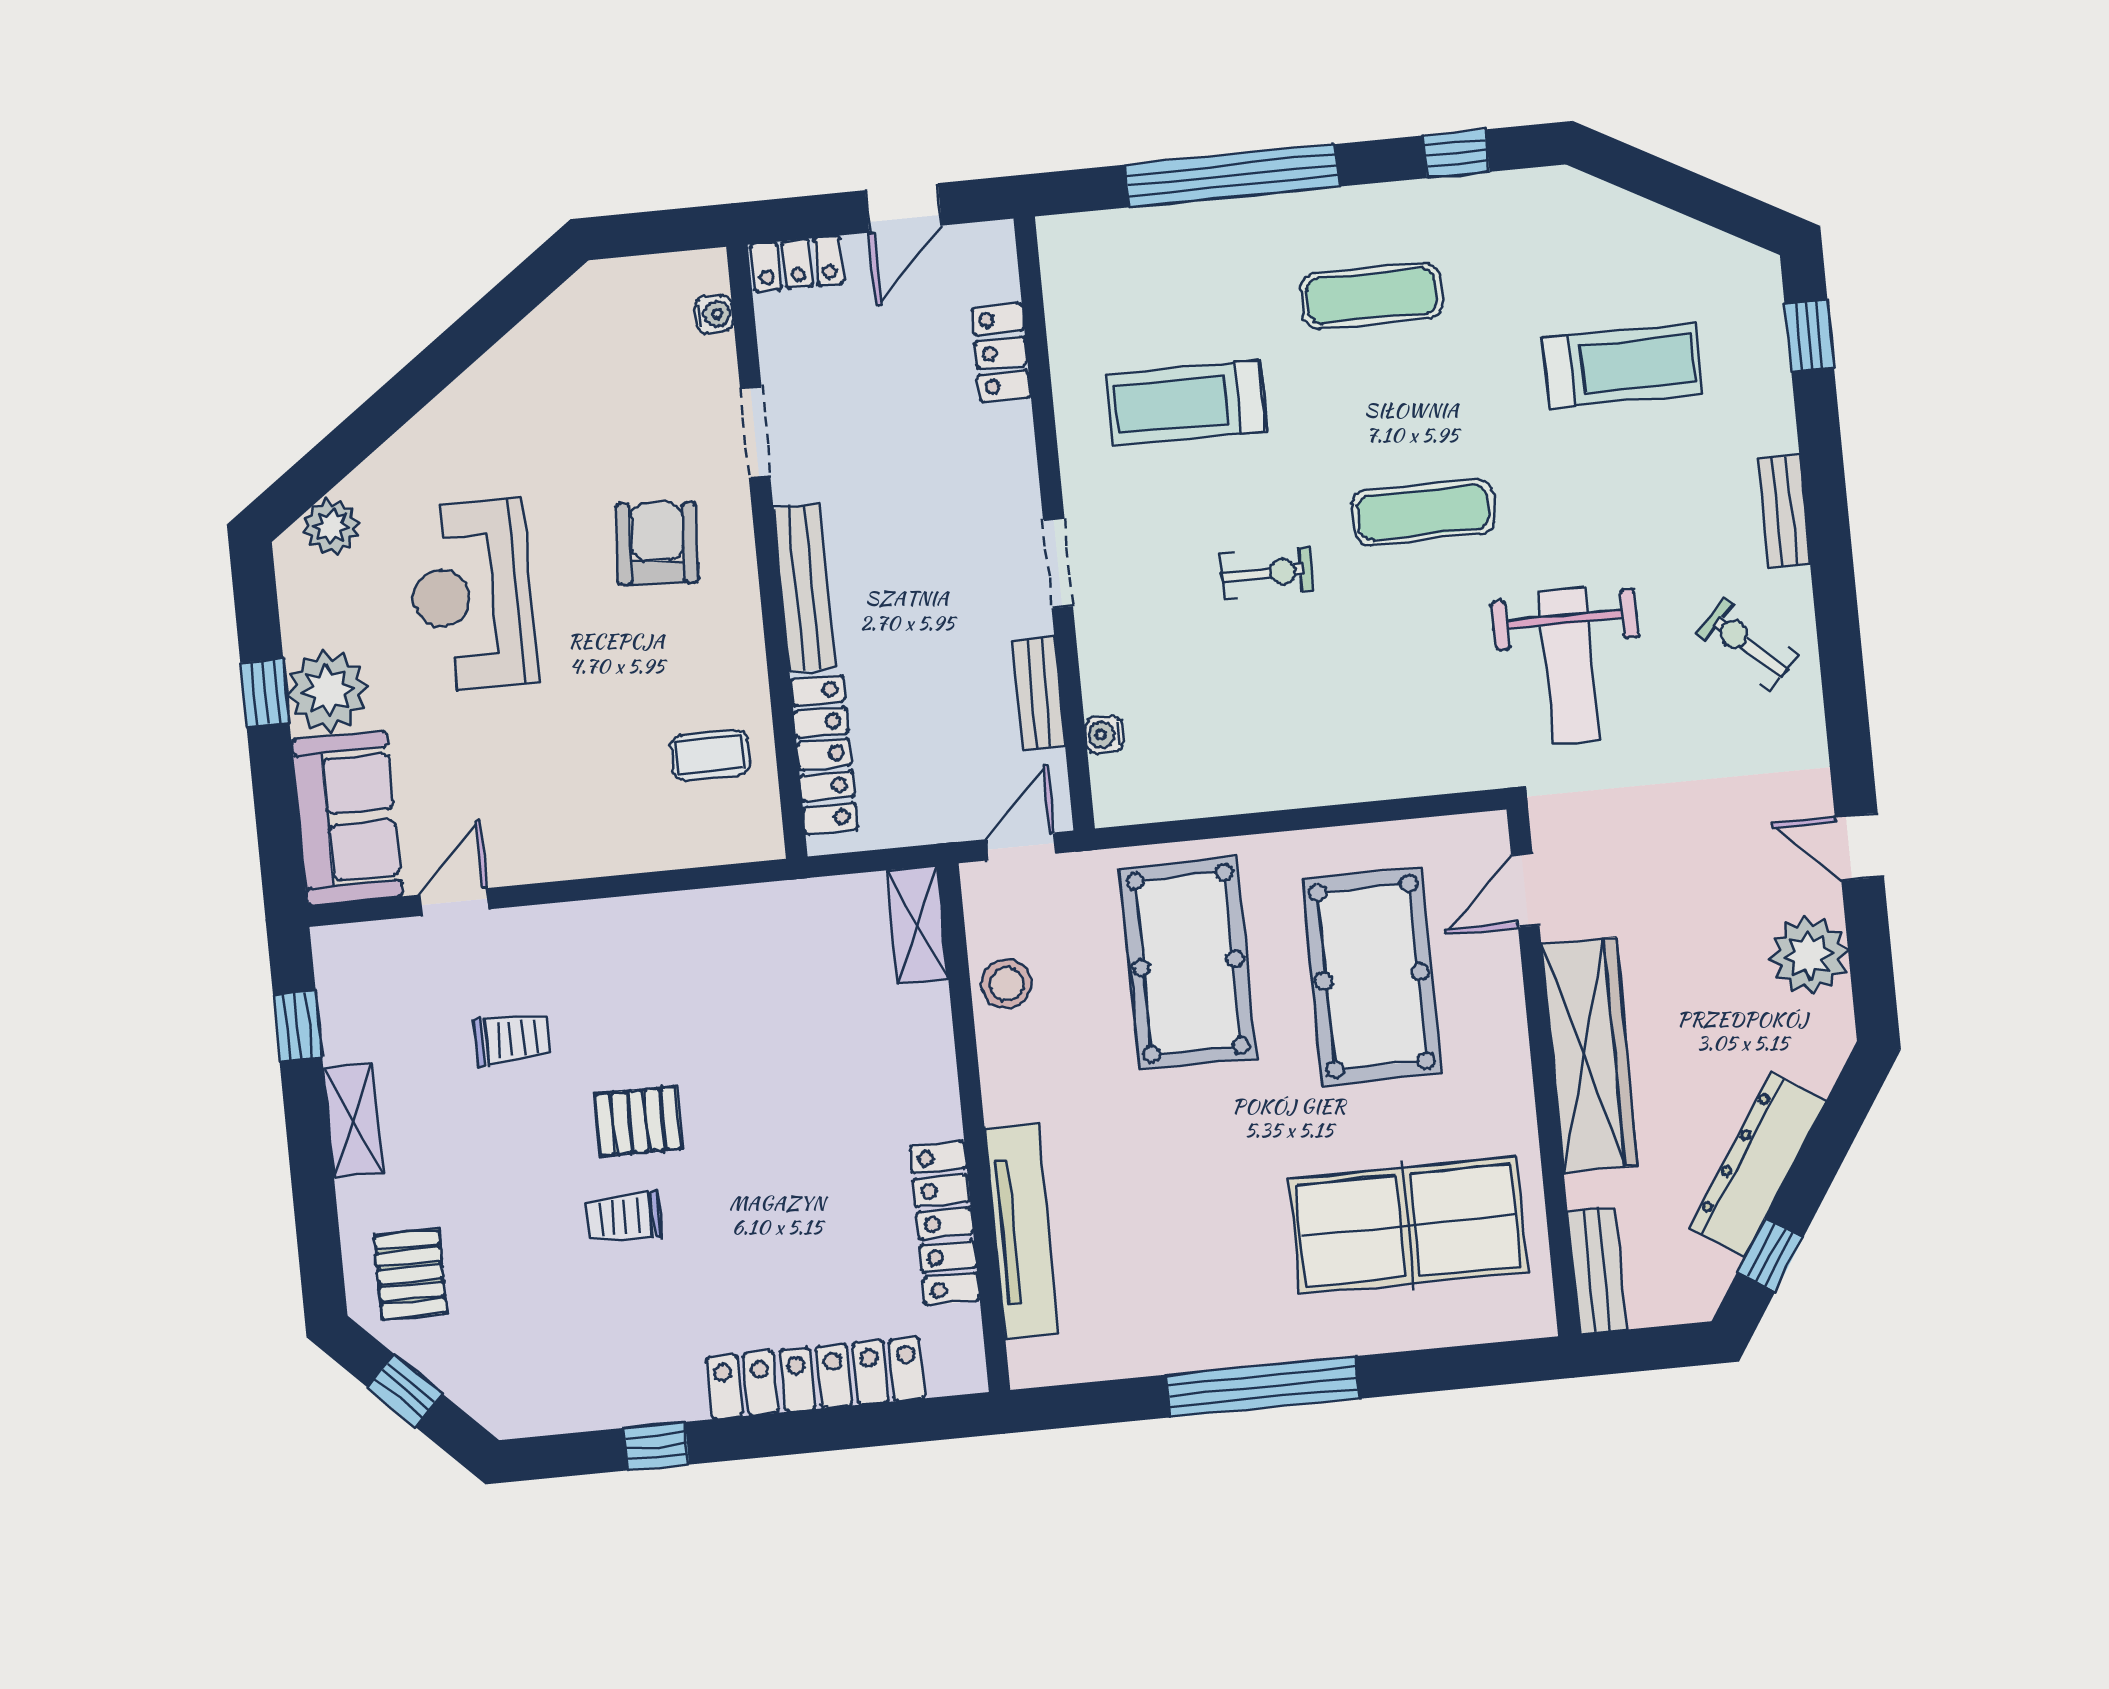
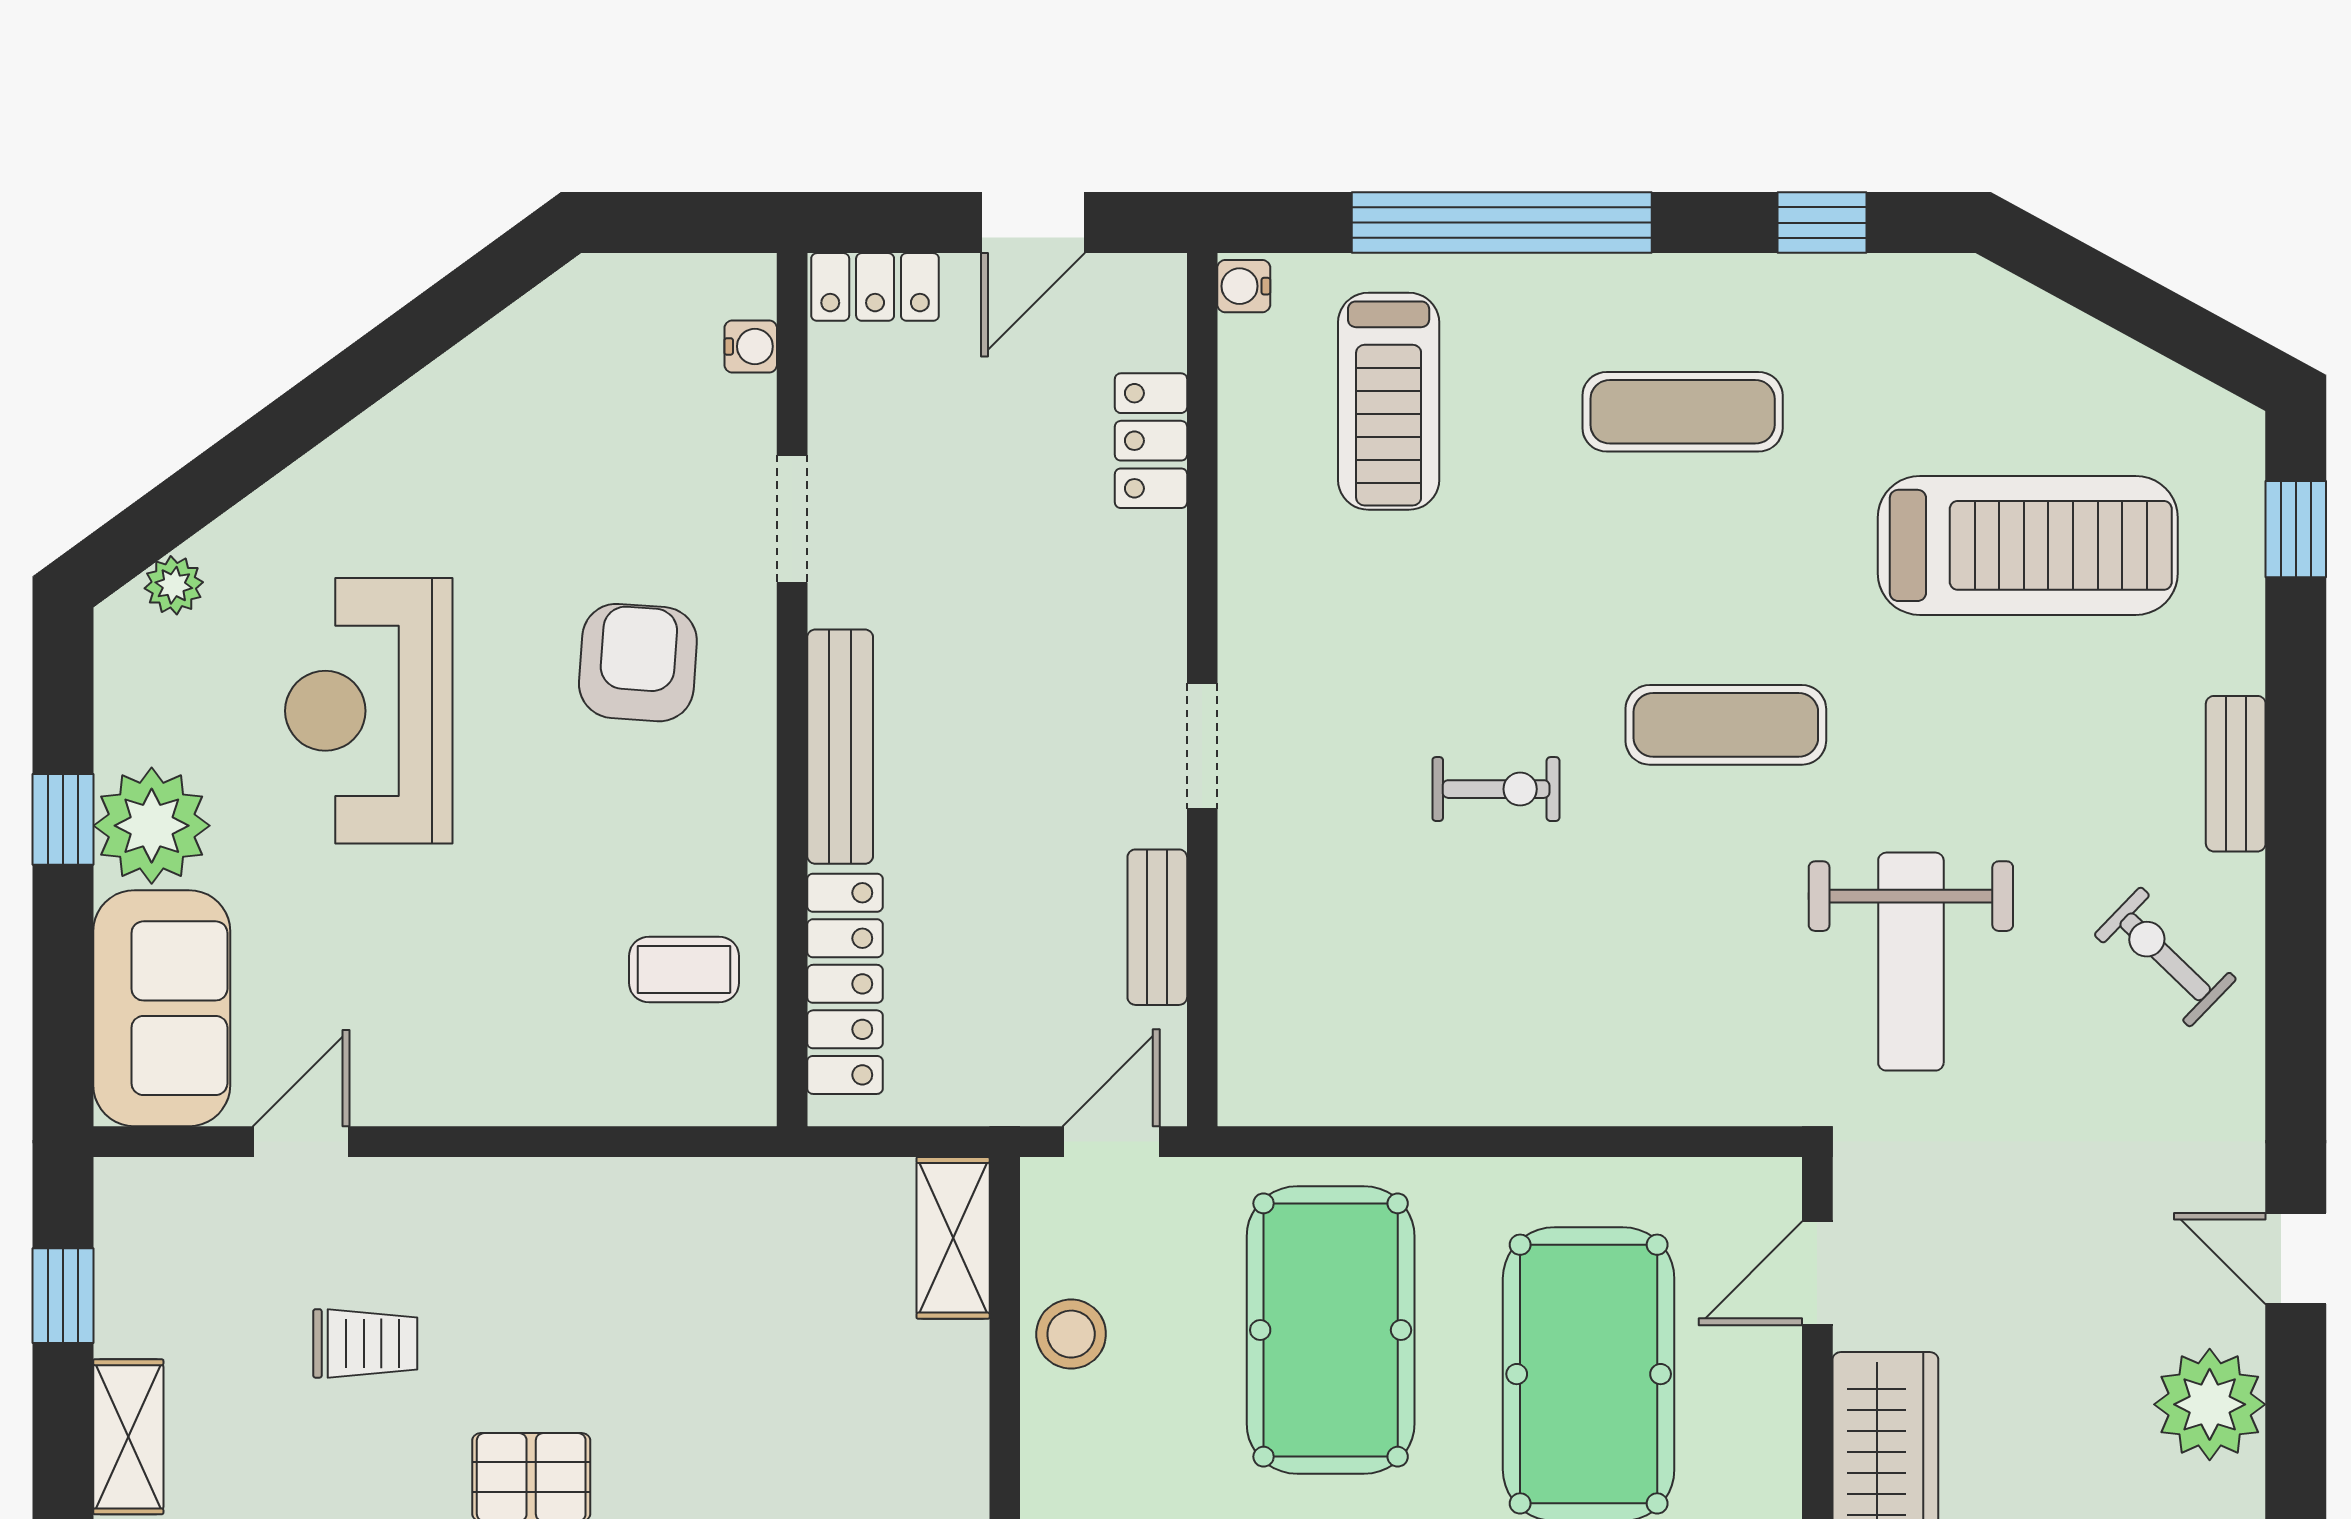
treadmill: (1623, 366) -> (2028, 545), width x1.37, depth x1.38
treadmill: (1186, 403) -> (1389, 401), moved, turned -90
plant: (332, 527) -> (174, 585), width x0.73, depth x0.73
water cooler: (1104, 735) -> (1244, 286), moved

